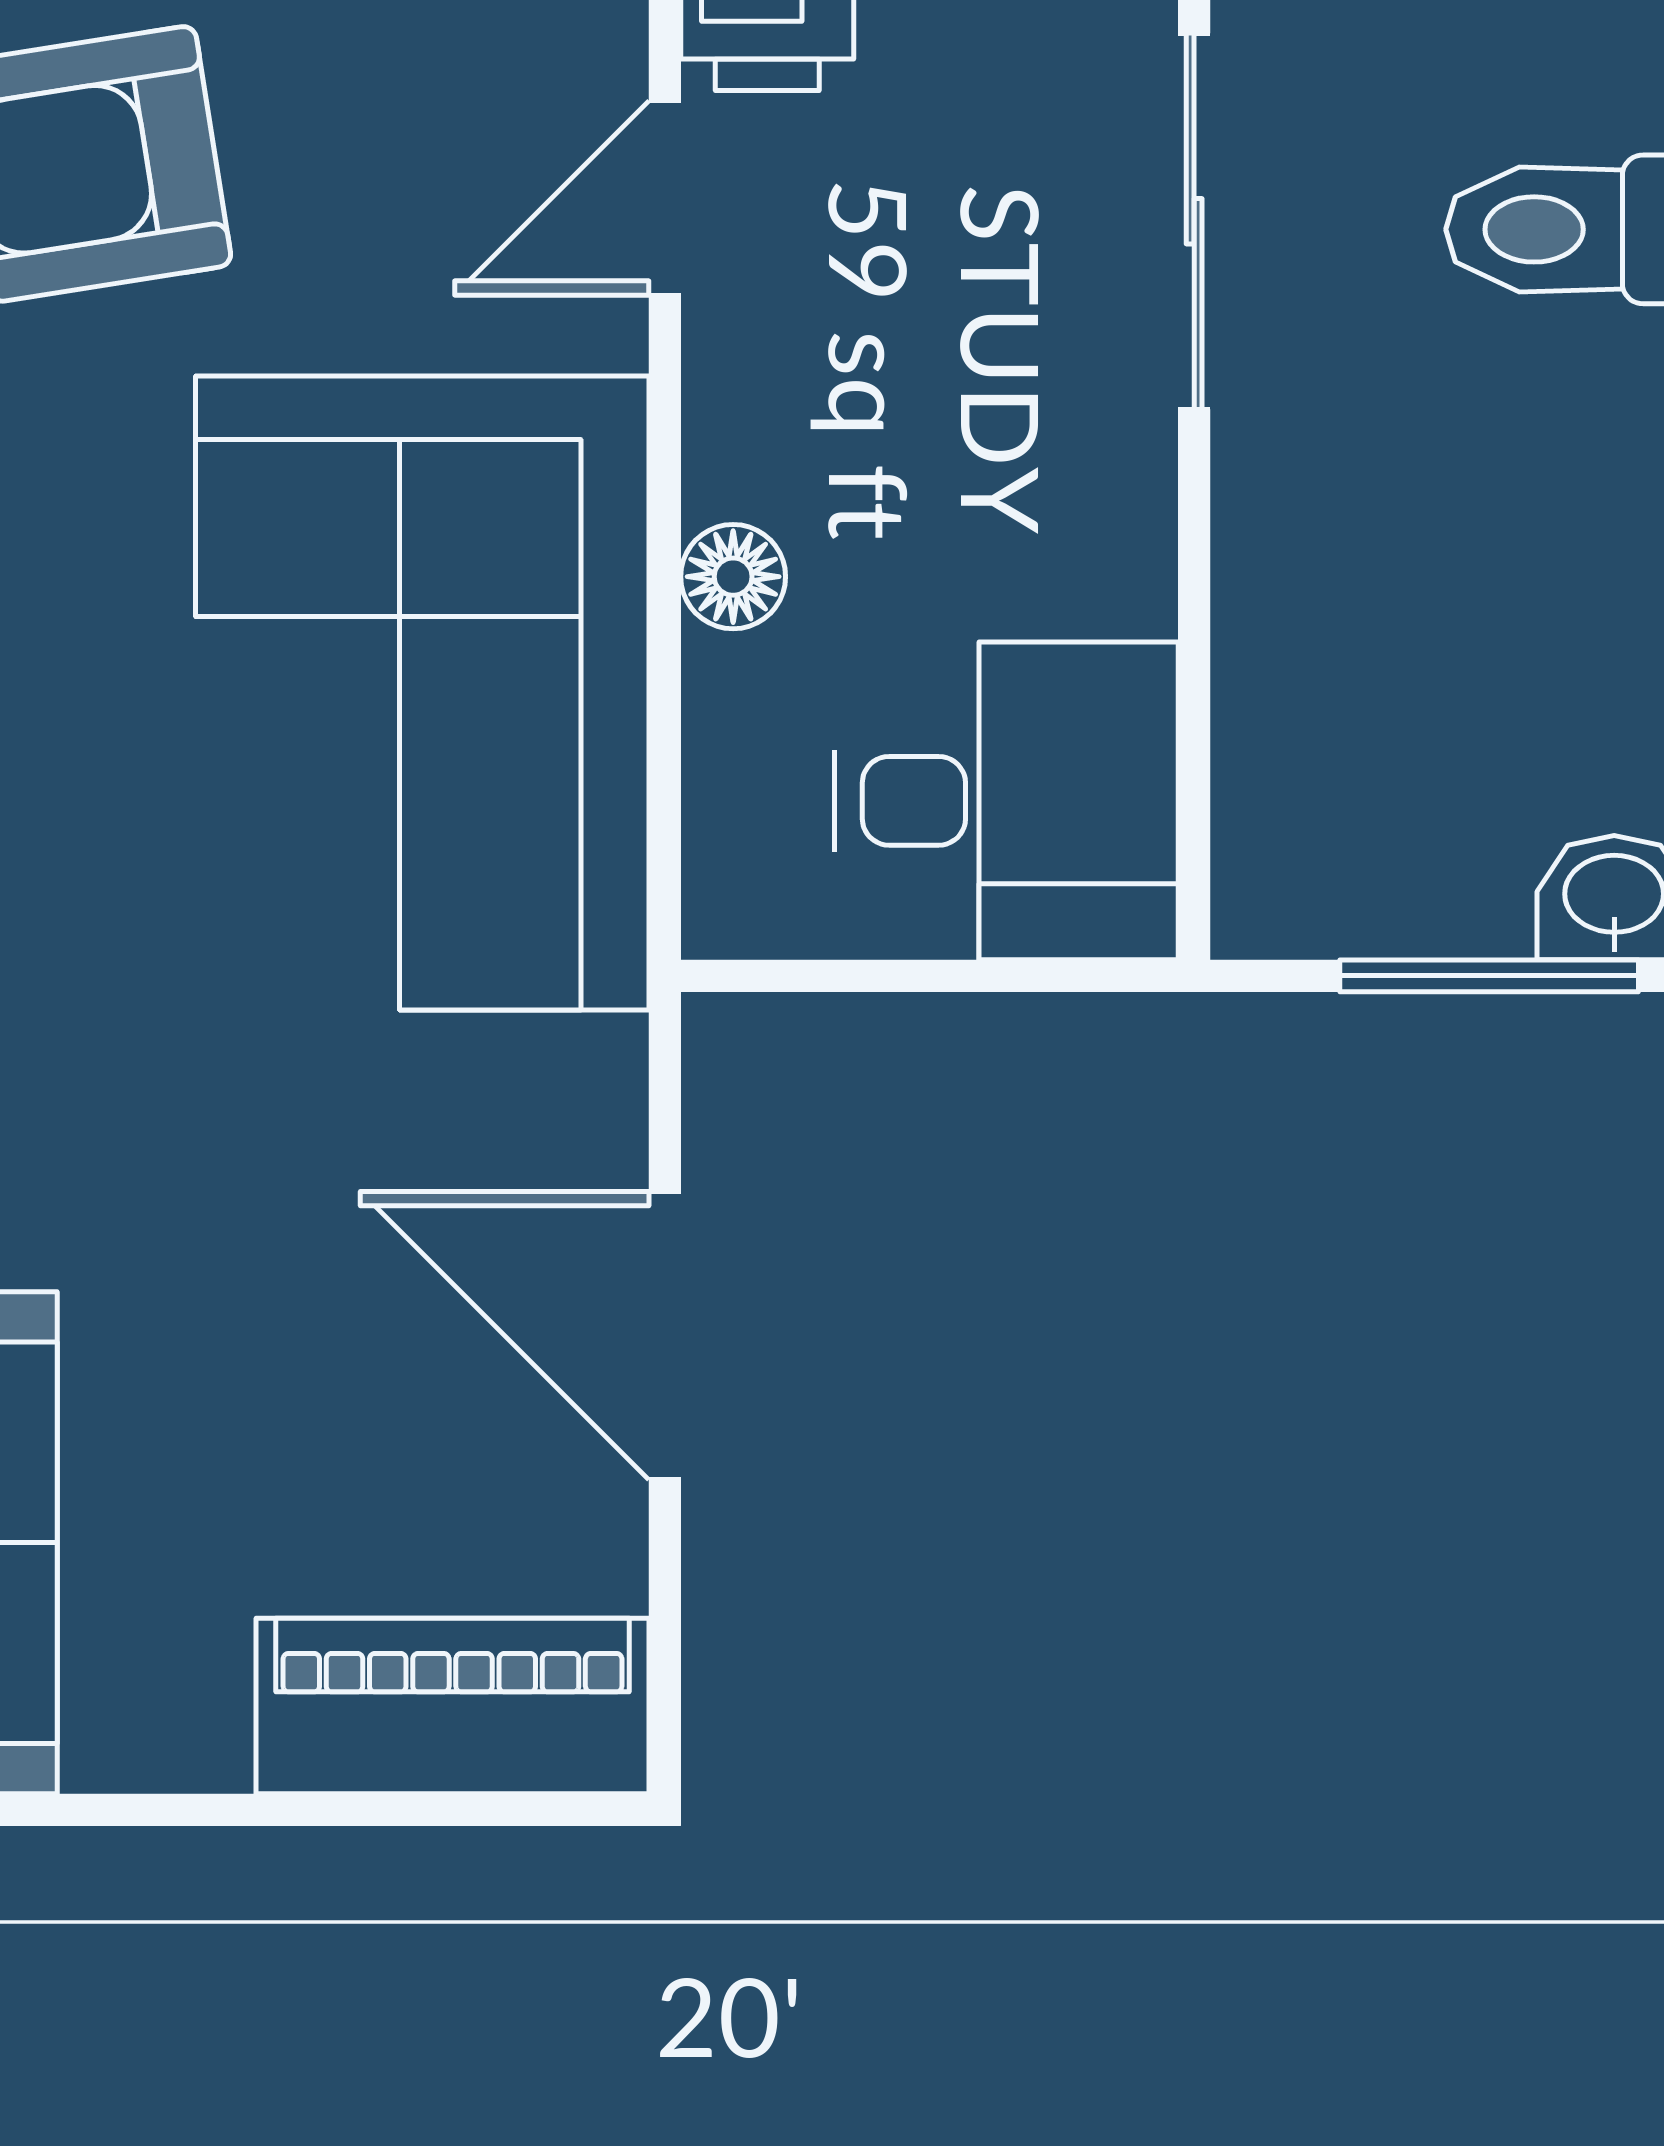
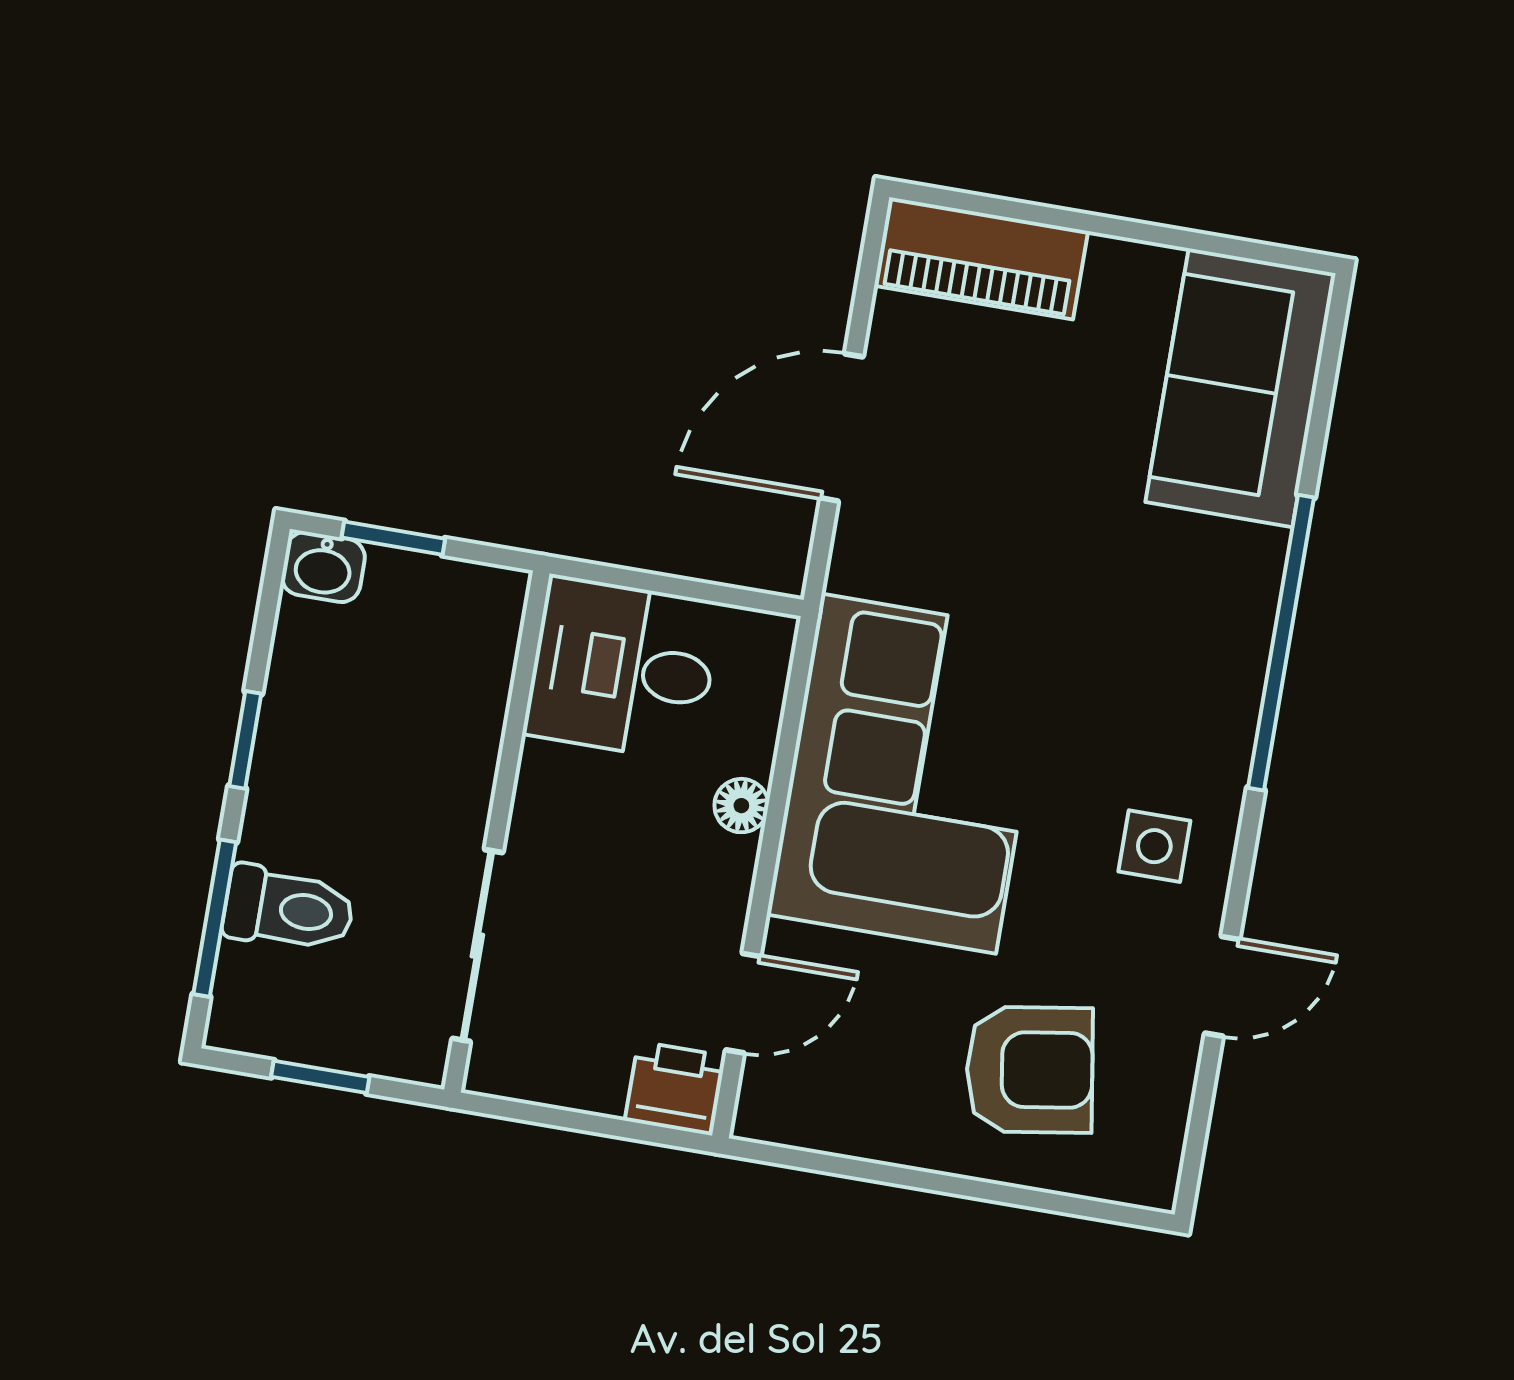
window: (1489, 976) -> (393, 538), width x0.67
door: (665, 1336) -> (842, 427), swing flipped

